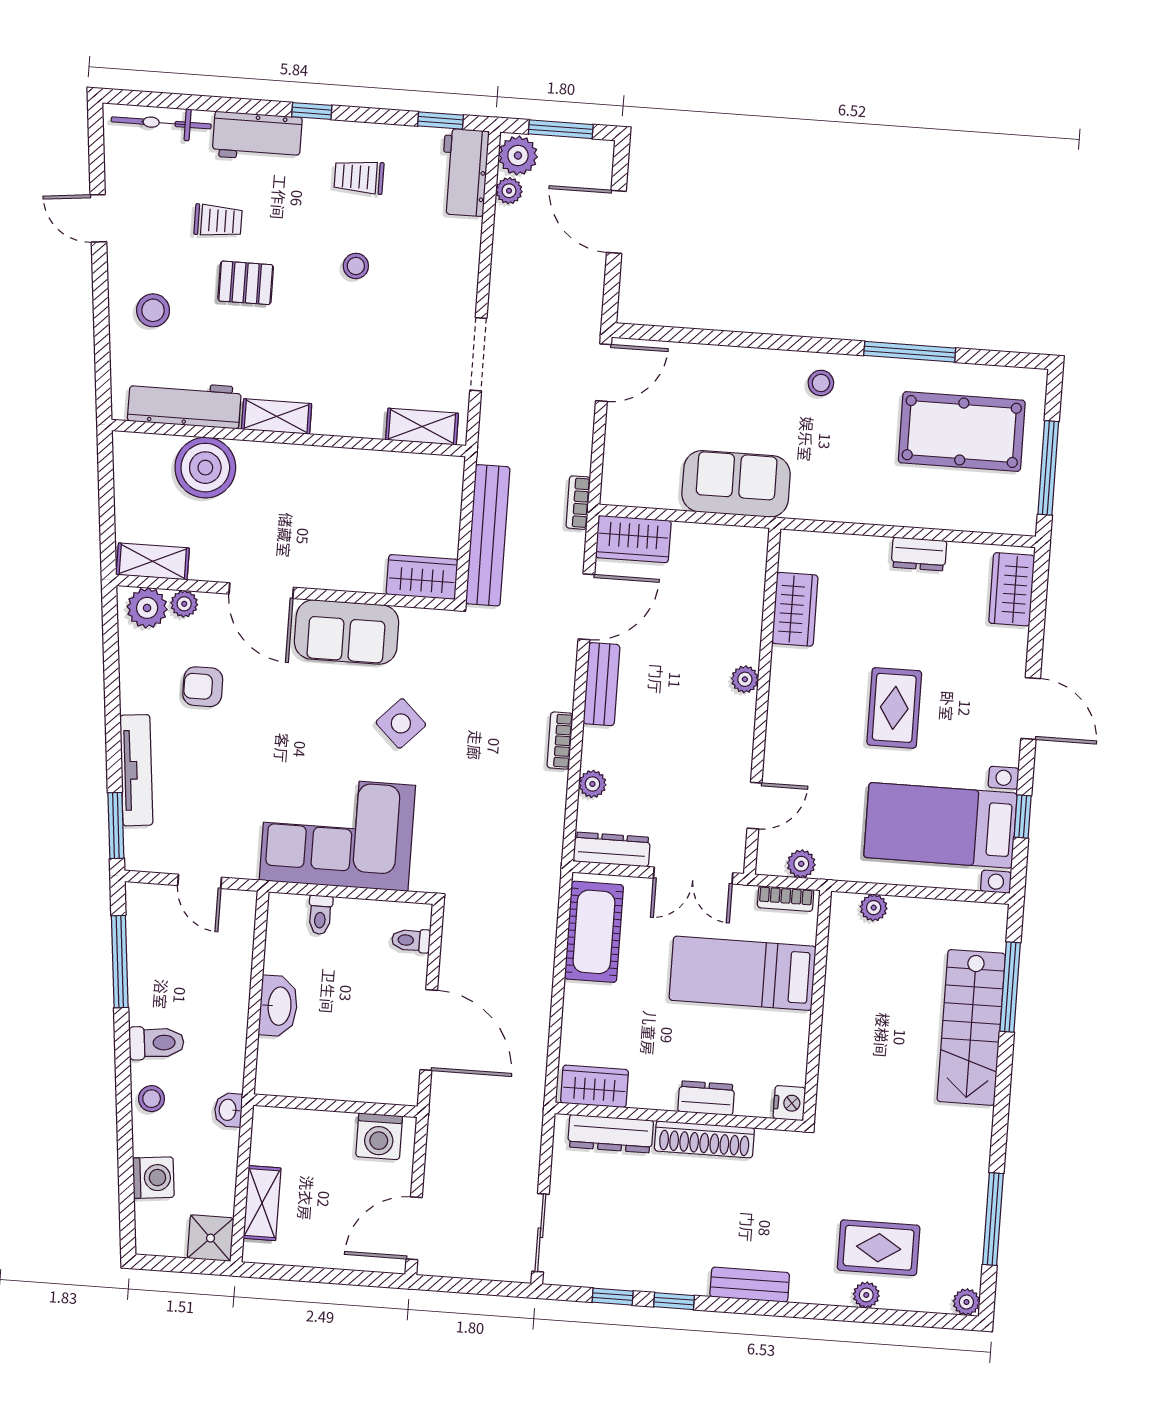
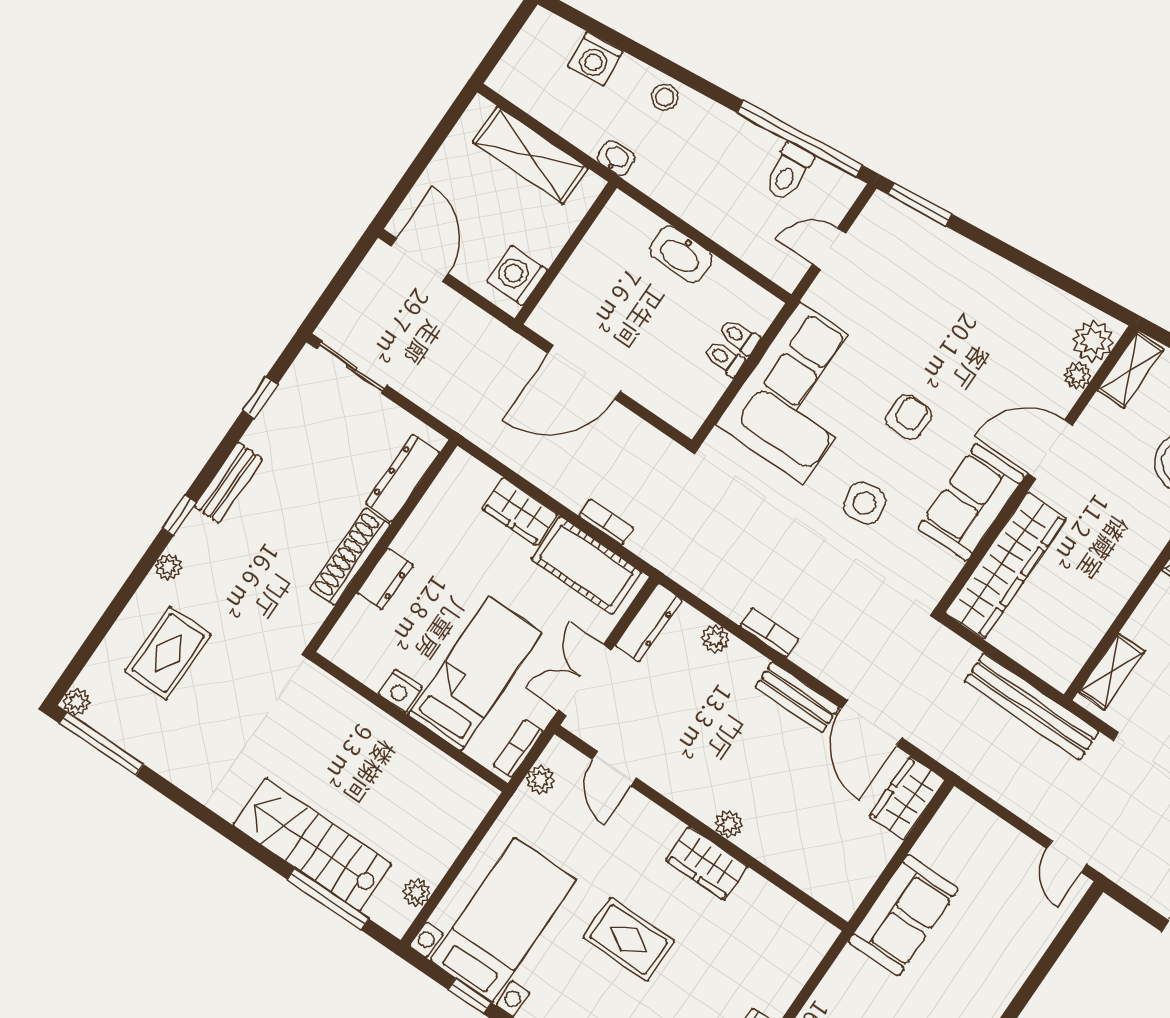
door: (604, 373) -> (1067, 856), width x0.73
bookcase: (578, 503) -> (606, 522), moved
bench: (488, 535) -> (1032, 706), moved
wardrobe: (422, 577) -> (1006, 566), width x2.10, depth x1.17
wardrobe: (795, 609) -> (707, 863), moved
armchair: (203, 687) -> (909, 417), moved
side table: (401, 723) -> (864, 503), turned 37
tv unit: (136, 770) -> (958, 250), removed
plant: (874, 908) -> (416, 892), moved
toilet: (411, 940) -> (724, 358), moved, turned -90
window: (120, 962) -> (800, 139), width x1.46
toilet: (156, 1043) -> (788, 172), moved
wardrobe: (595, 1086) -> (520, 512), moved, turned 90
nightstand: (789, 1103) -> (400, 691), moved
shelving: (262, 1203) -> (530, 155), width x1.50, depth x1.33
window: (993, 1219) -> (101, 744), moved
shower: (211, 1238) -> (514, 78), removed
bench: (750, 1285) -> (228, 483), moved
plant: (866, 1295) -> (168, 567), moved
window: (674, 1301) -> (179, 515), moved

